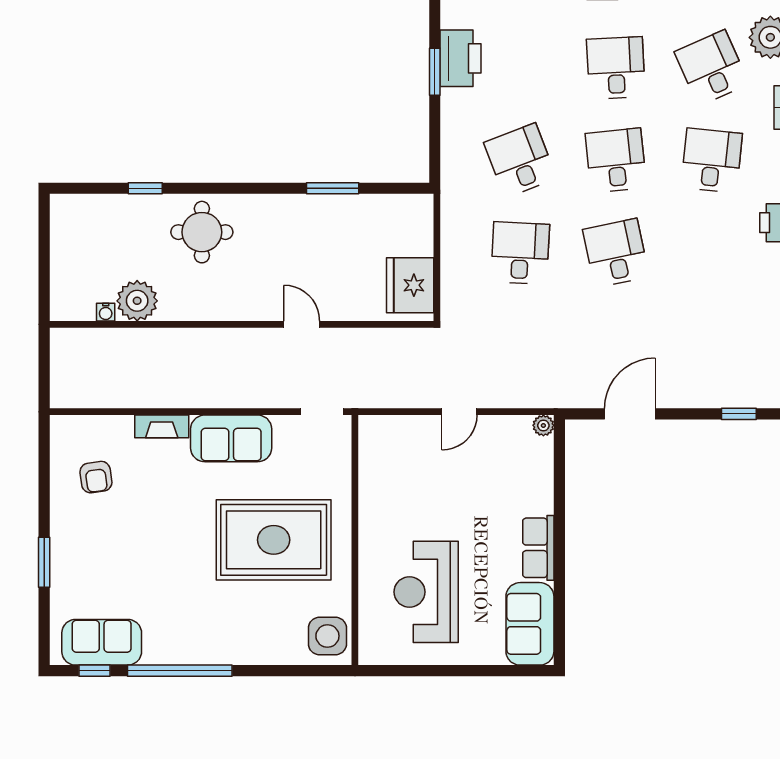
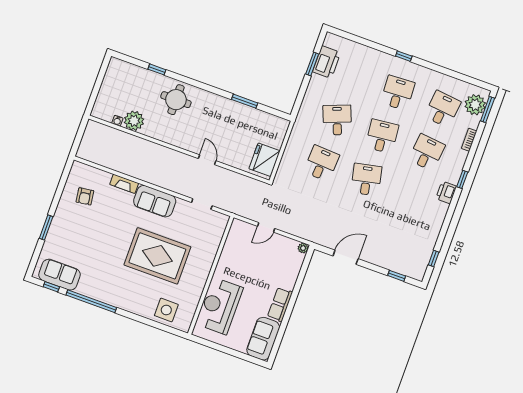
desk: (712, 68) -> (442, 109), turned 30
wall: (355, 540) -> (211, 275), moved

